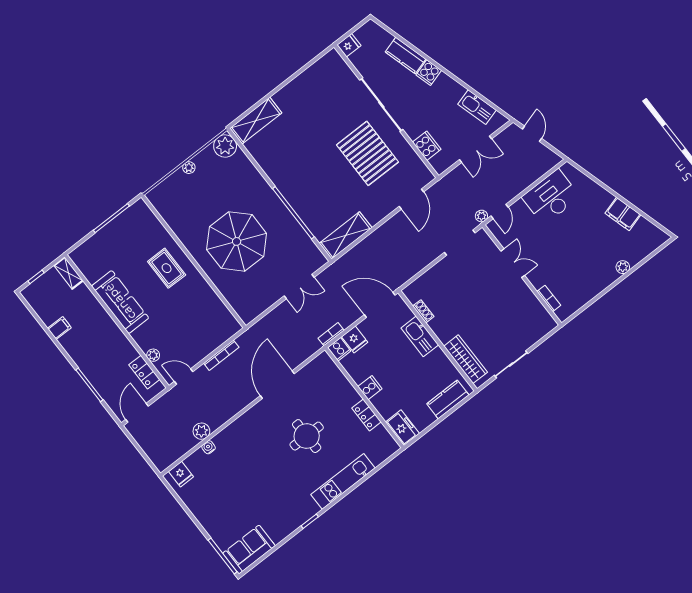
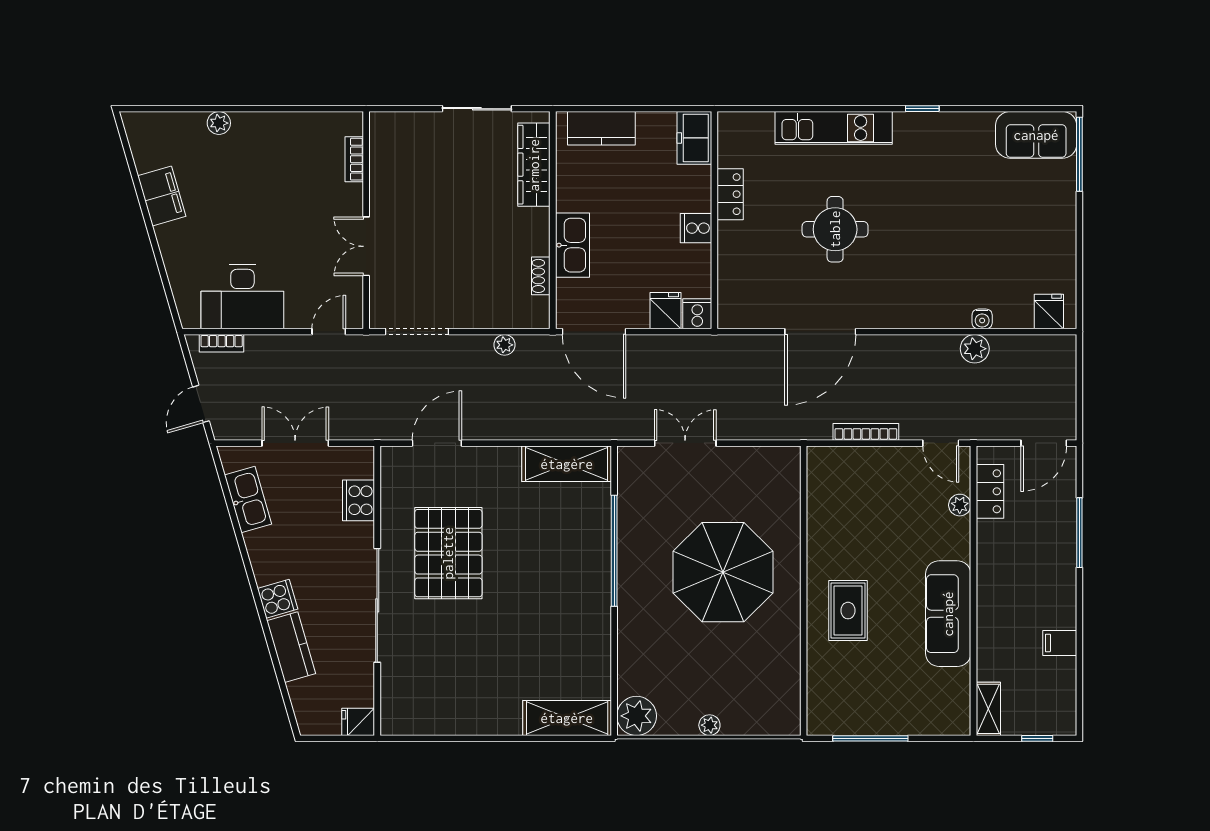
plant: (481, 216) -> (505, 345), moved
bookcase: (331, 334) -> (222, 343), moved

